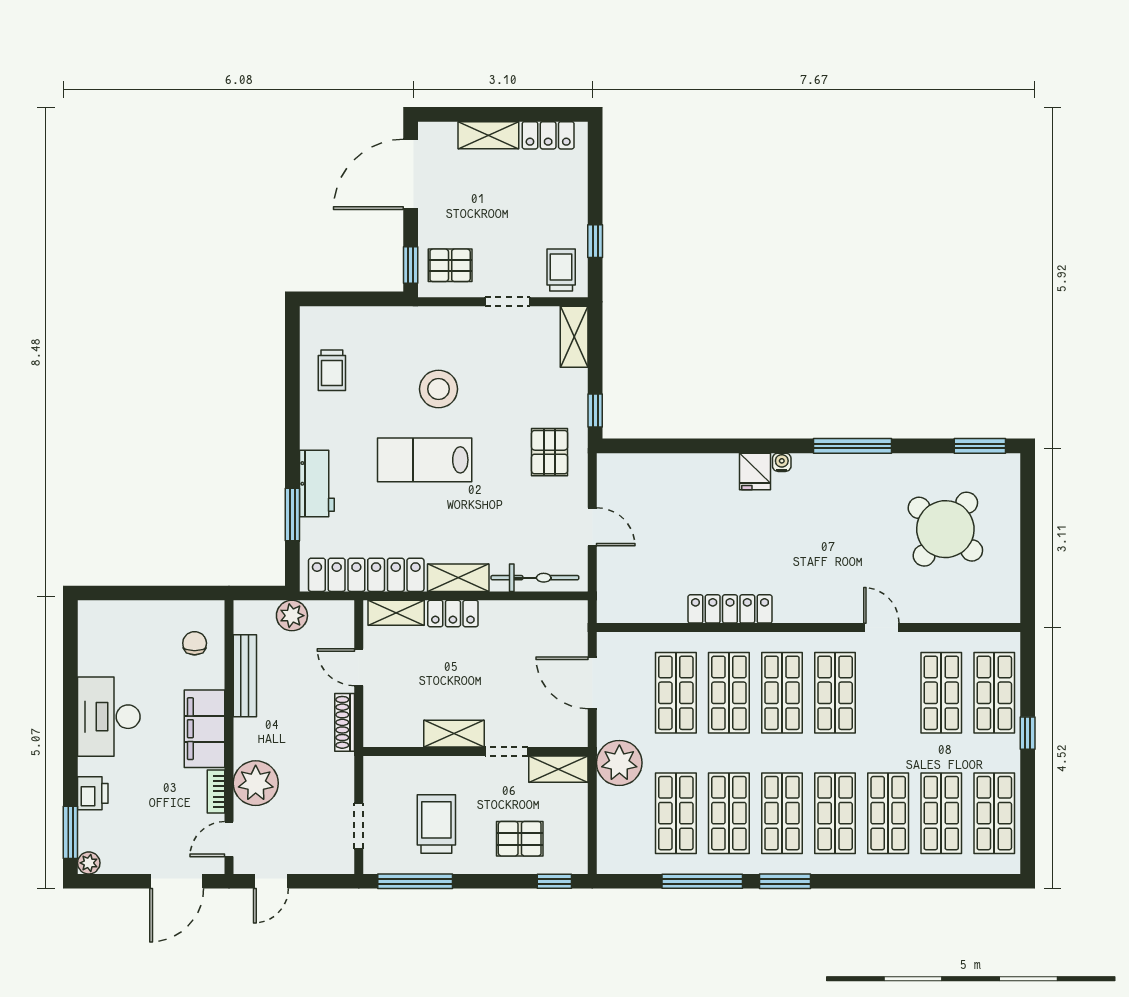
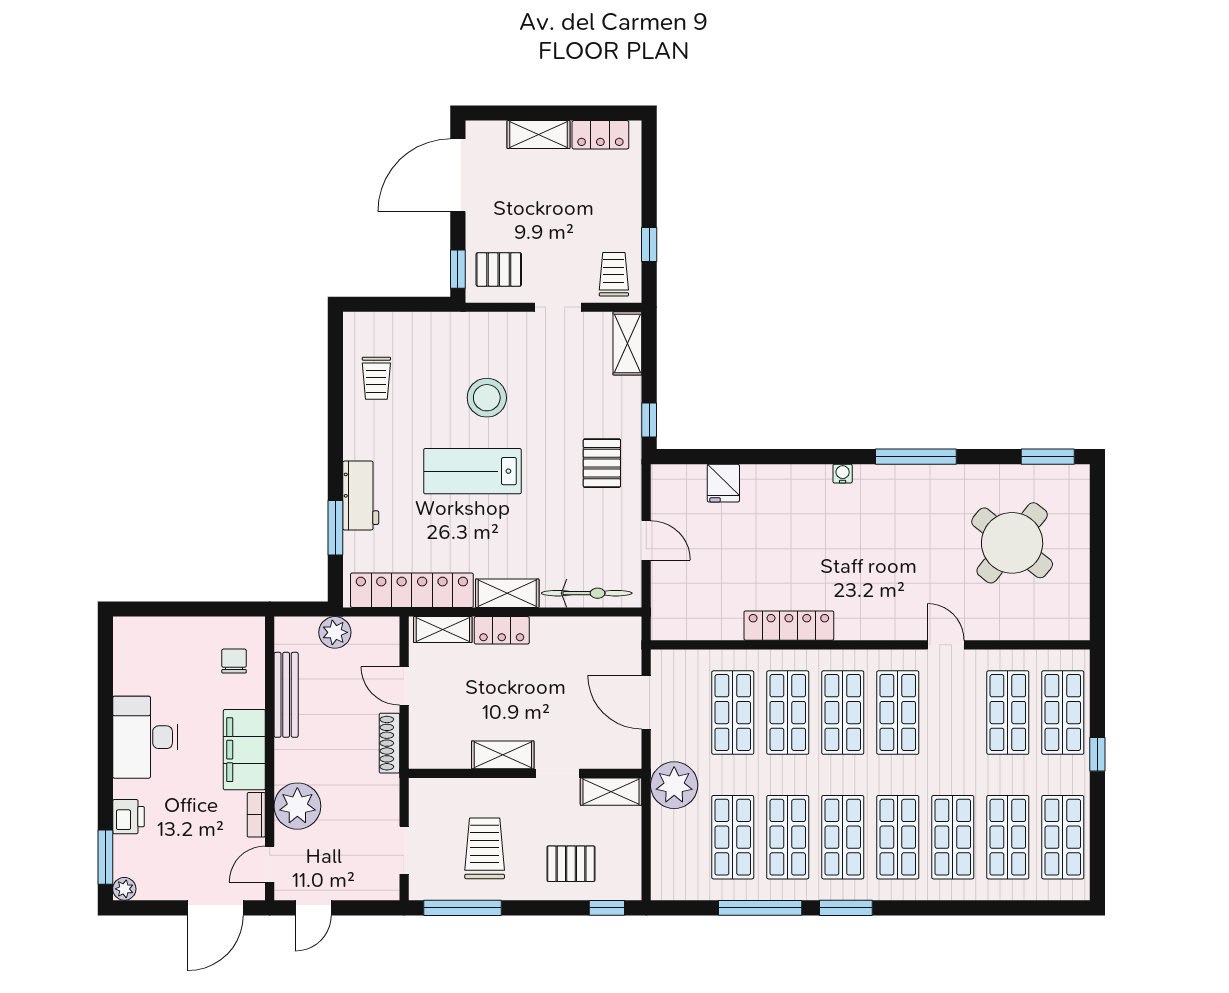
fridge: (755, 471) -> (723, 483), moved

